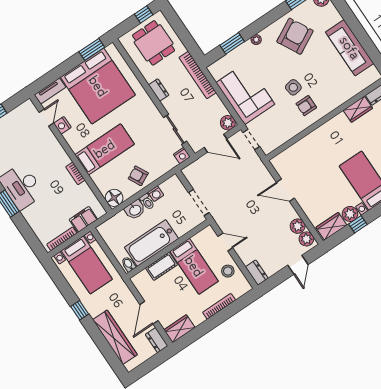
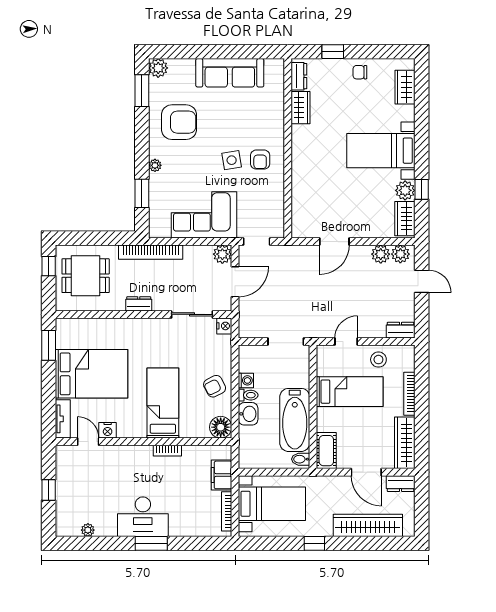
armchair: (295, 36) -> (179, 122), turned 118
bed: (98, 86) -> (91, 374), width x0.73
cot: (161, 266) -> (326, 451), moved
wardrobe: (179, 329) -> (405, 443), width x1.50

